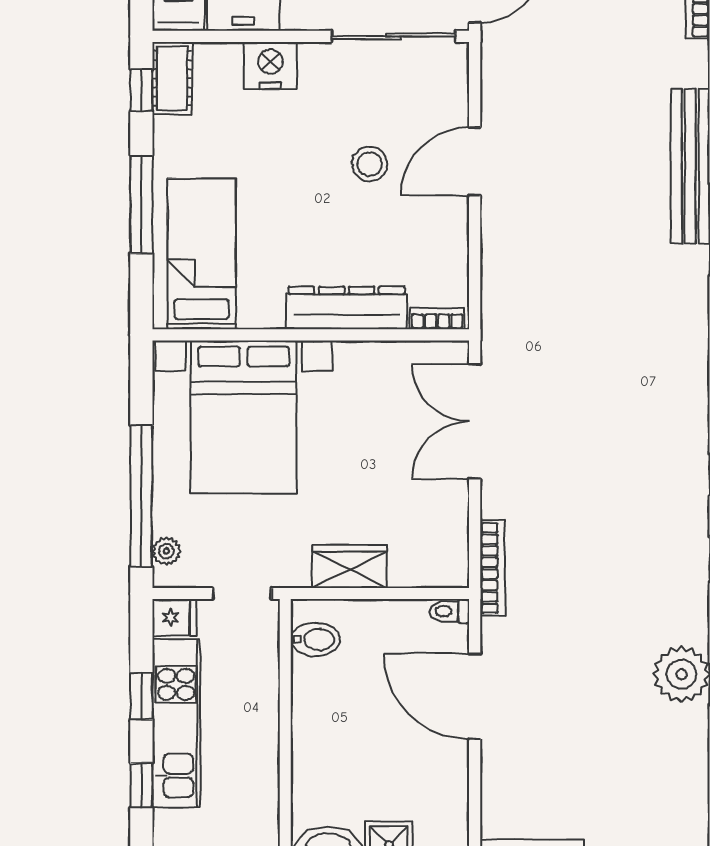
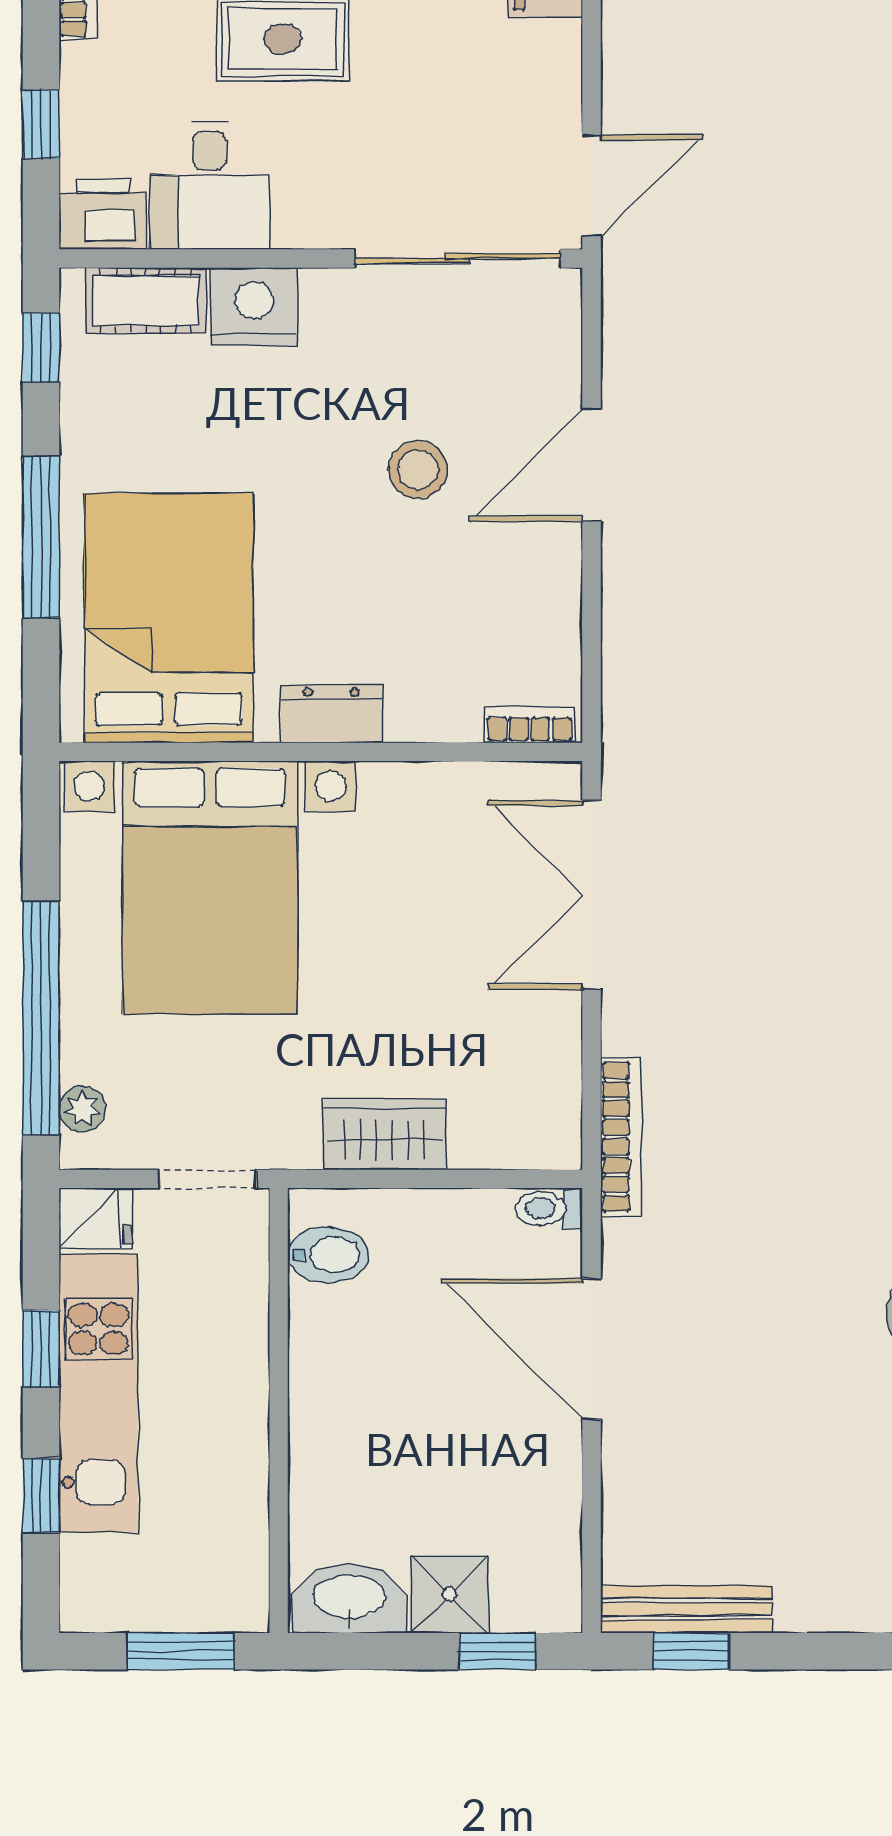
cot: (172, 78) -> (146, 300), moved, turned 90
bed: (202, 254) -> (169, 618), width x1.50
dresser: (347, 308) -> (331, 714), width x0.51, depth x0.80

